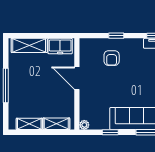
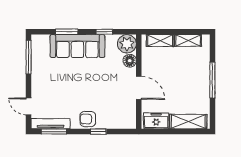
armchair: (112, 58) -> (88, 119), moved, turned -90
floor lamp: (86, 104) -> (130, 61), added
plant: (84, 125) -> (127, 44), width x1.88, depth x1.88

